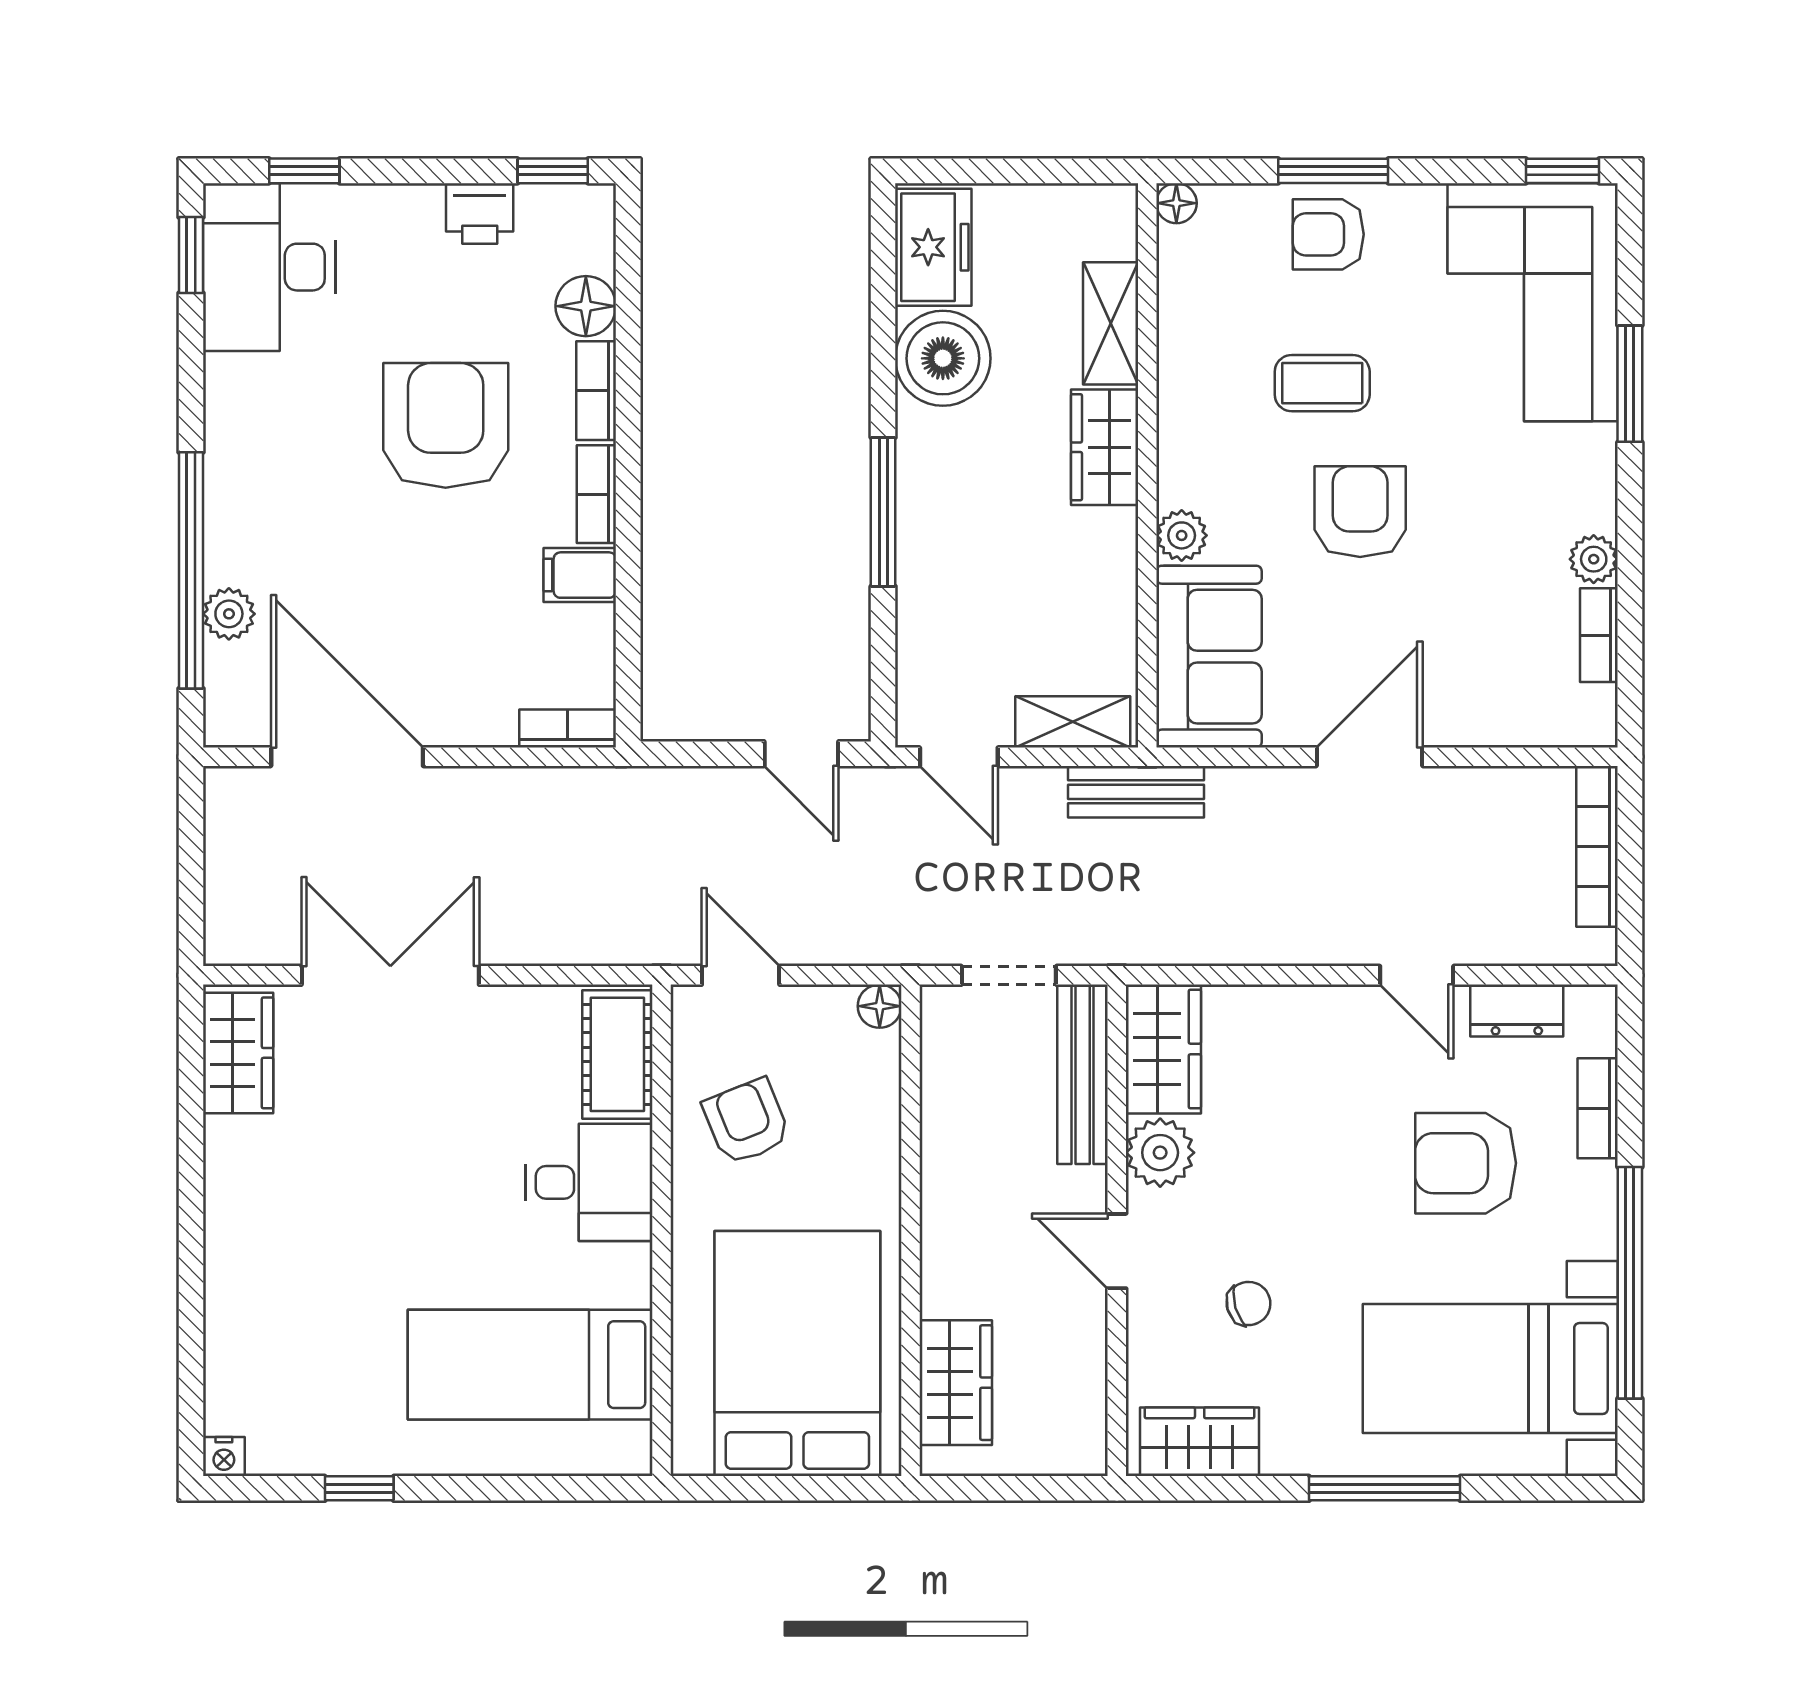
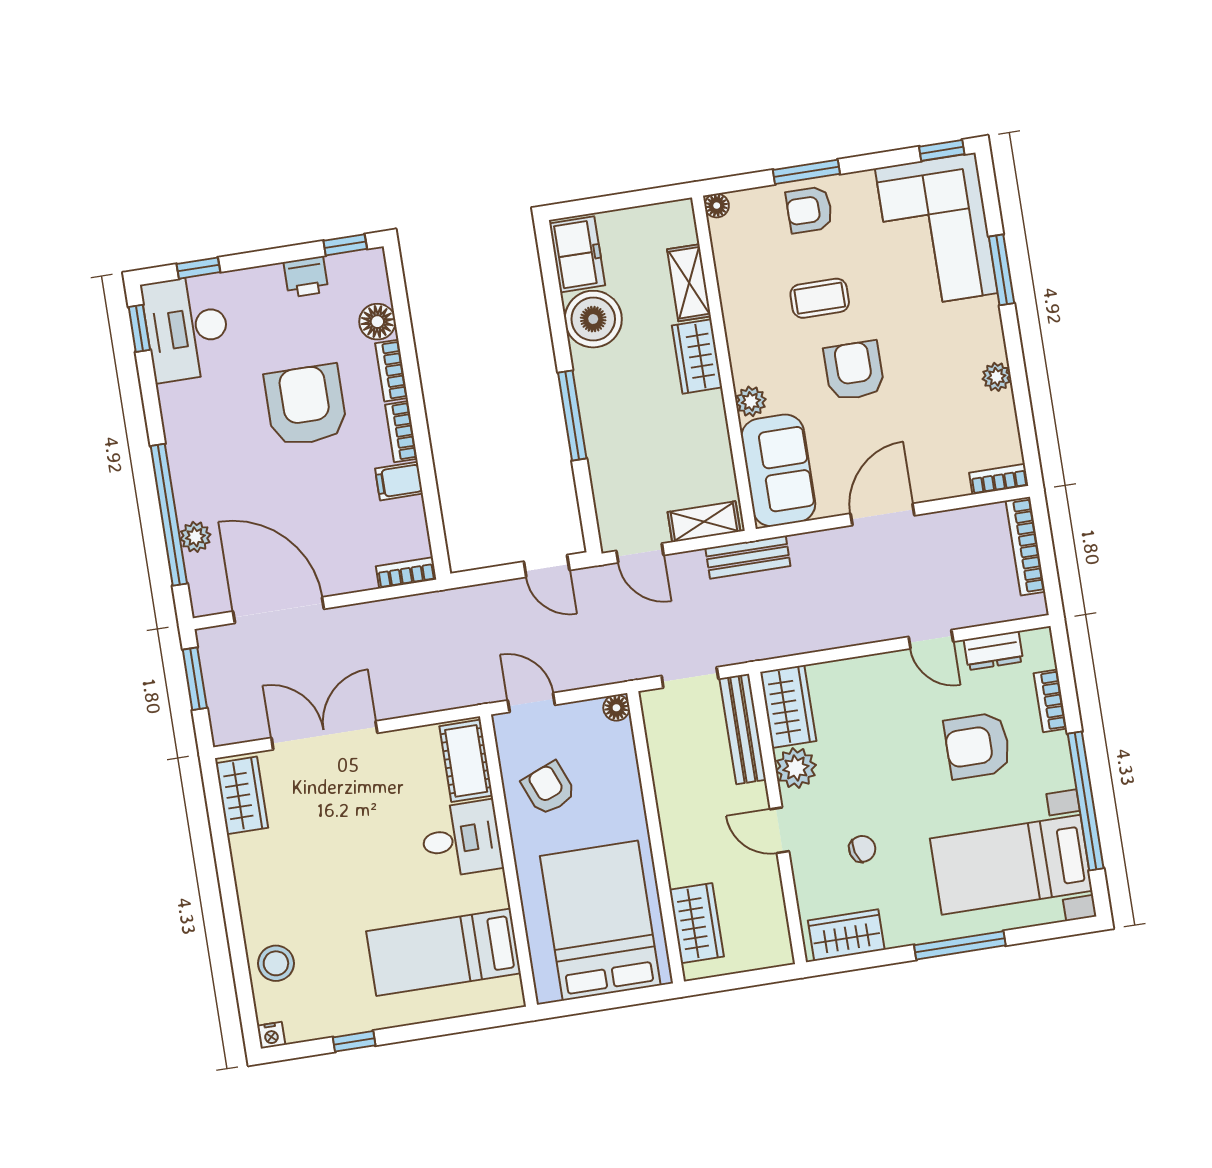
bookcase: (1599, 635) -> (999, 479), moved, turned 90
window: (191, 848) -> (195, 679), added
stool: (251, 1339) -> (276, 963), added

